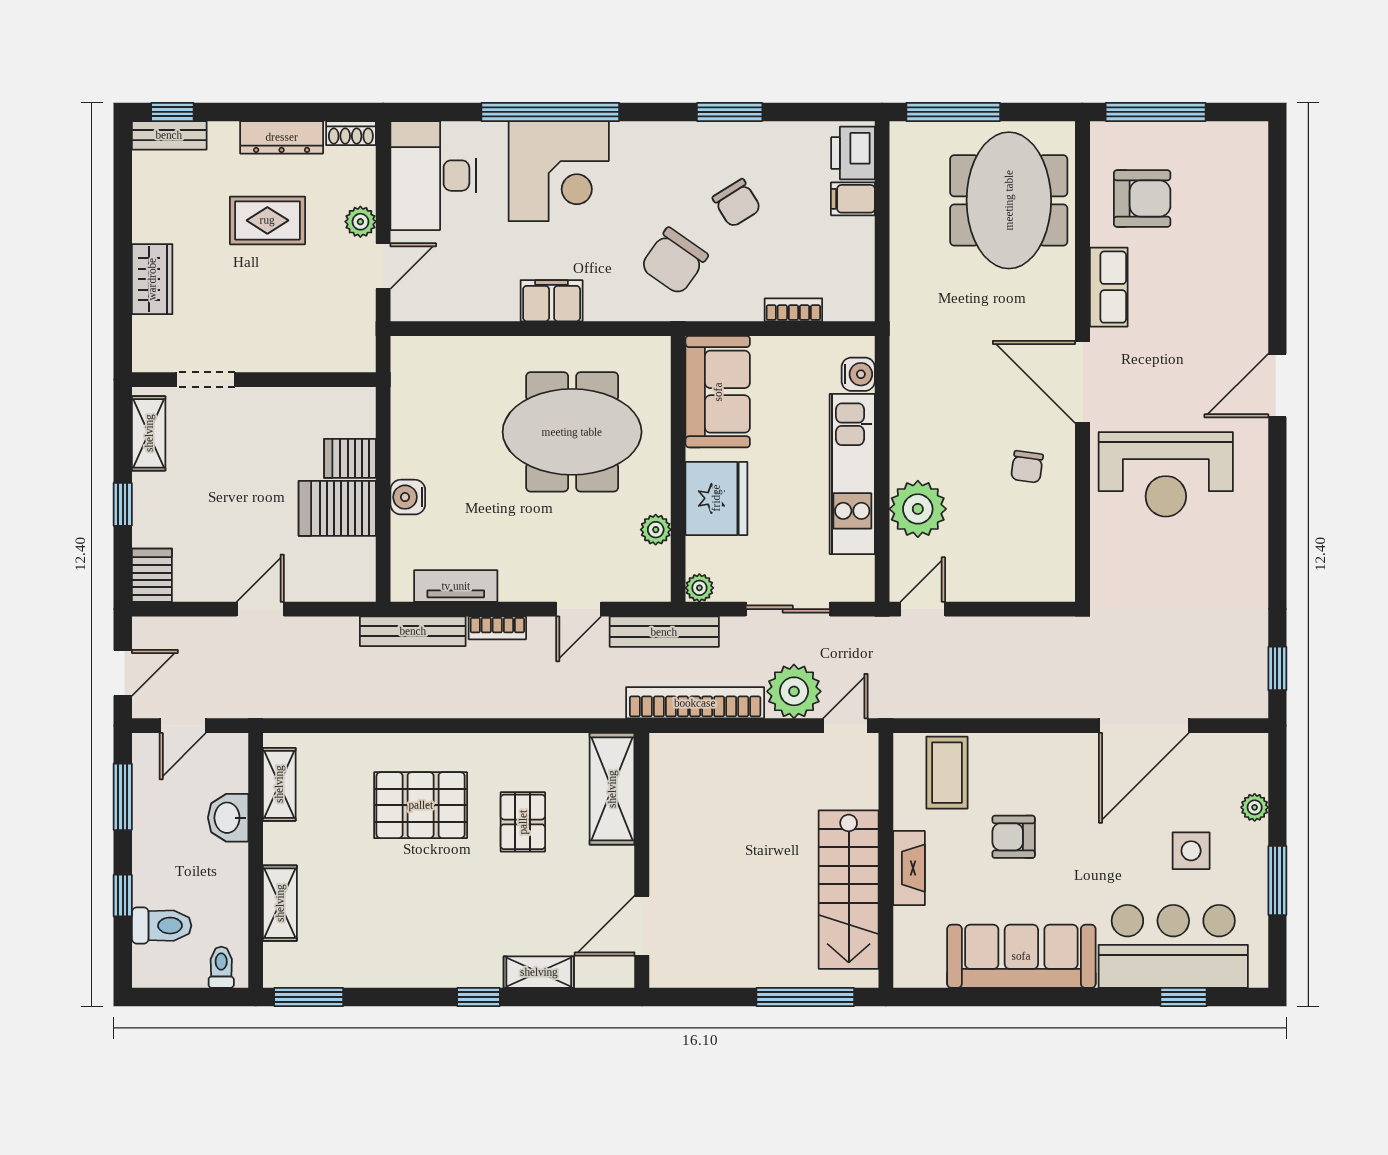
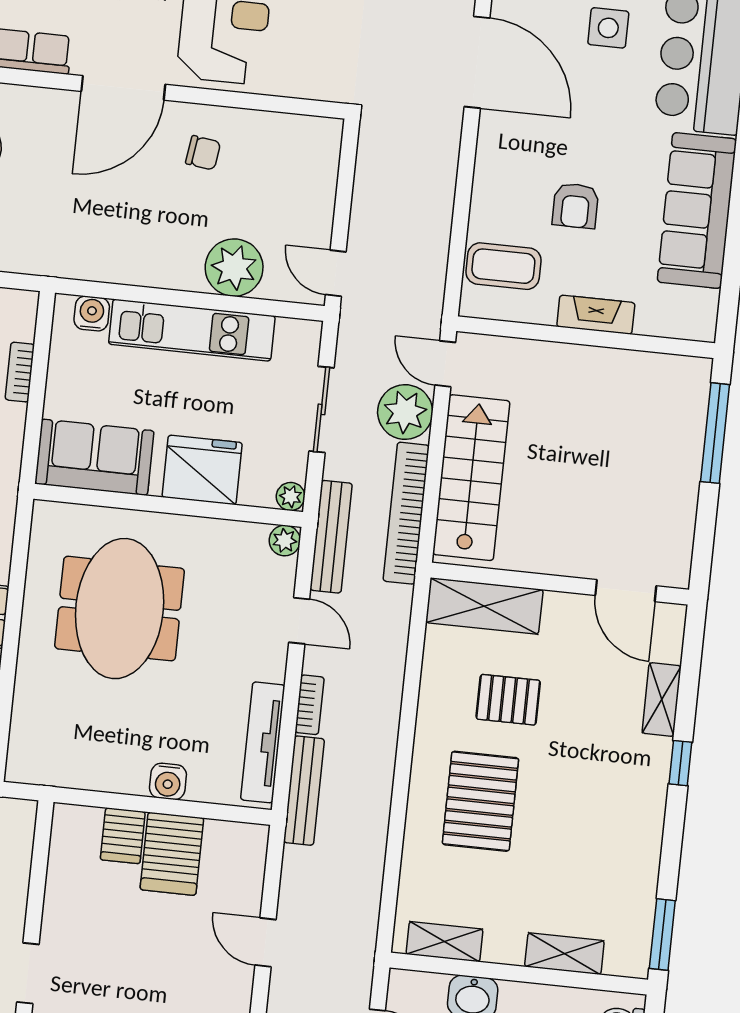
plant: (656, 530) -> (285, 541), moved
tv unit: (456, 586) -> (263, 742), width x1.41
stairs: (849, 890) -> (471, 478), moved, turned -90

